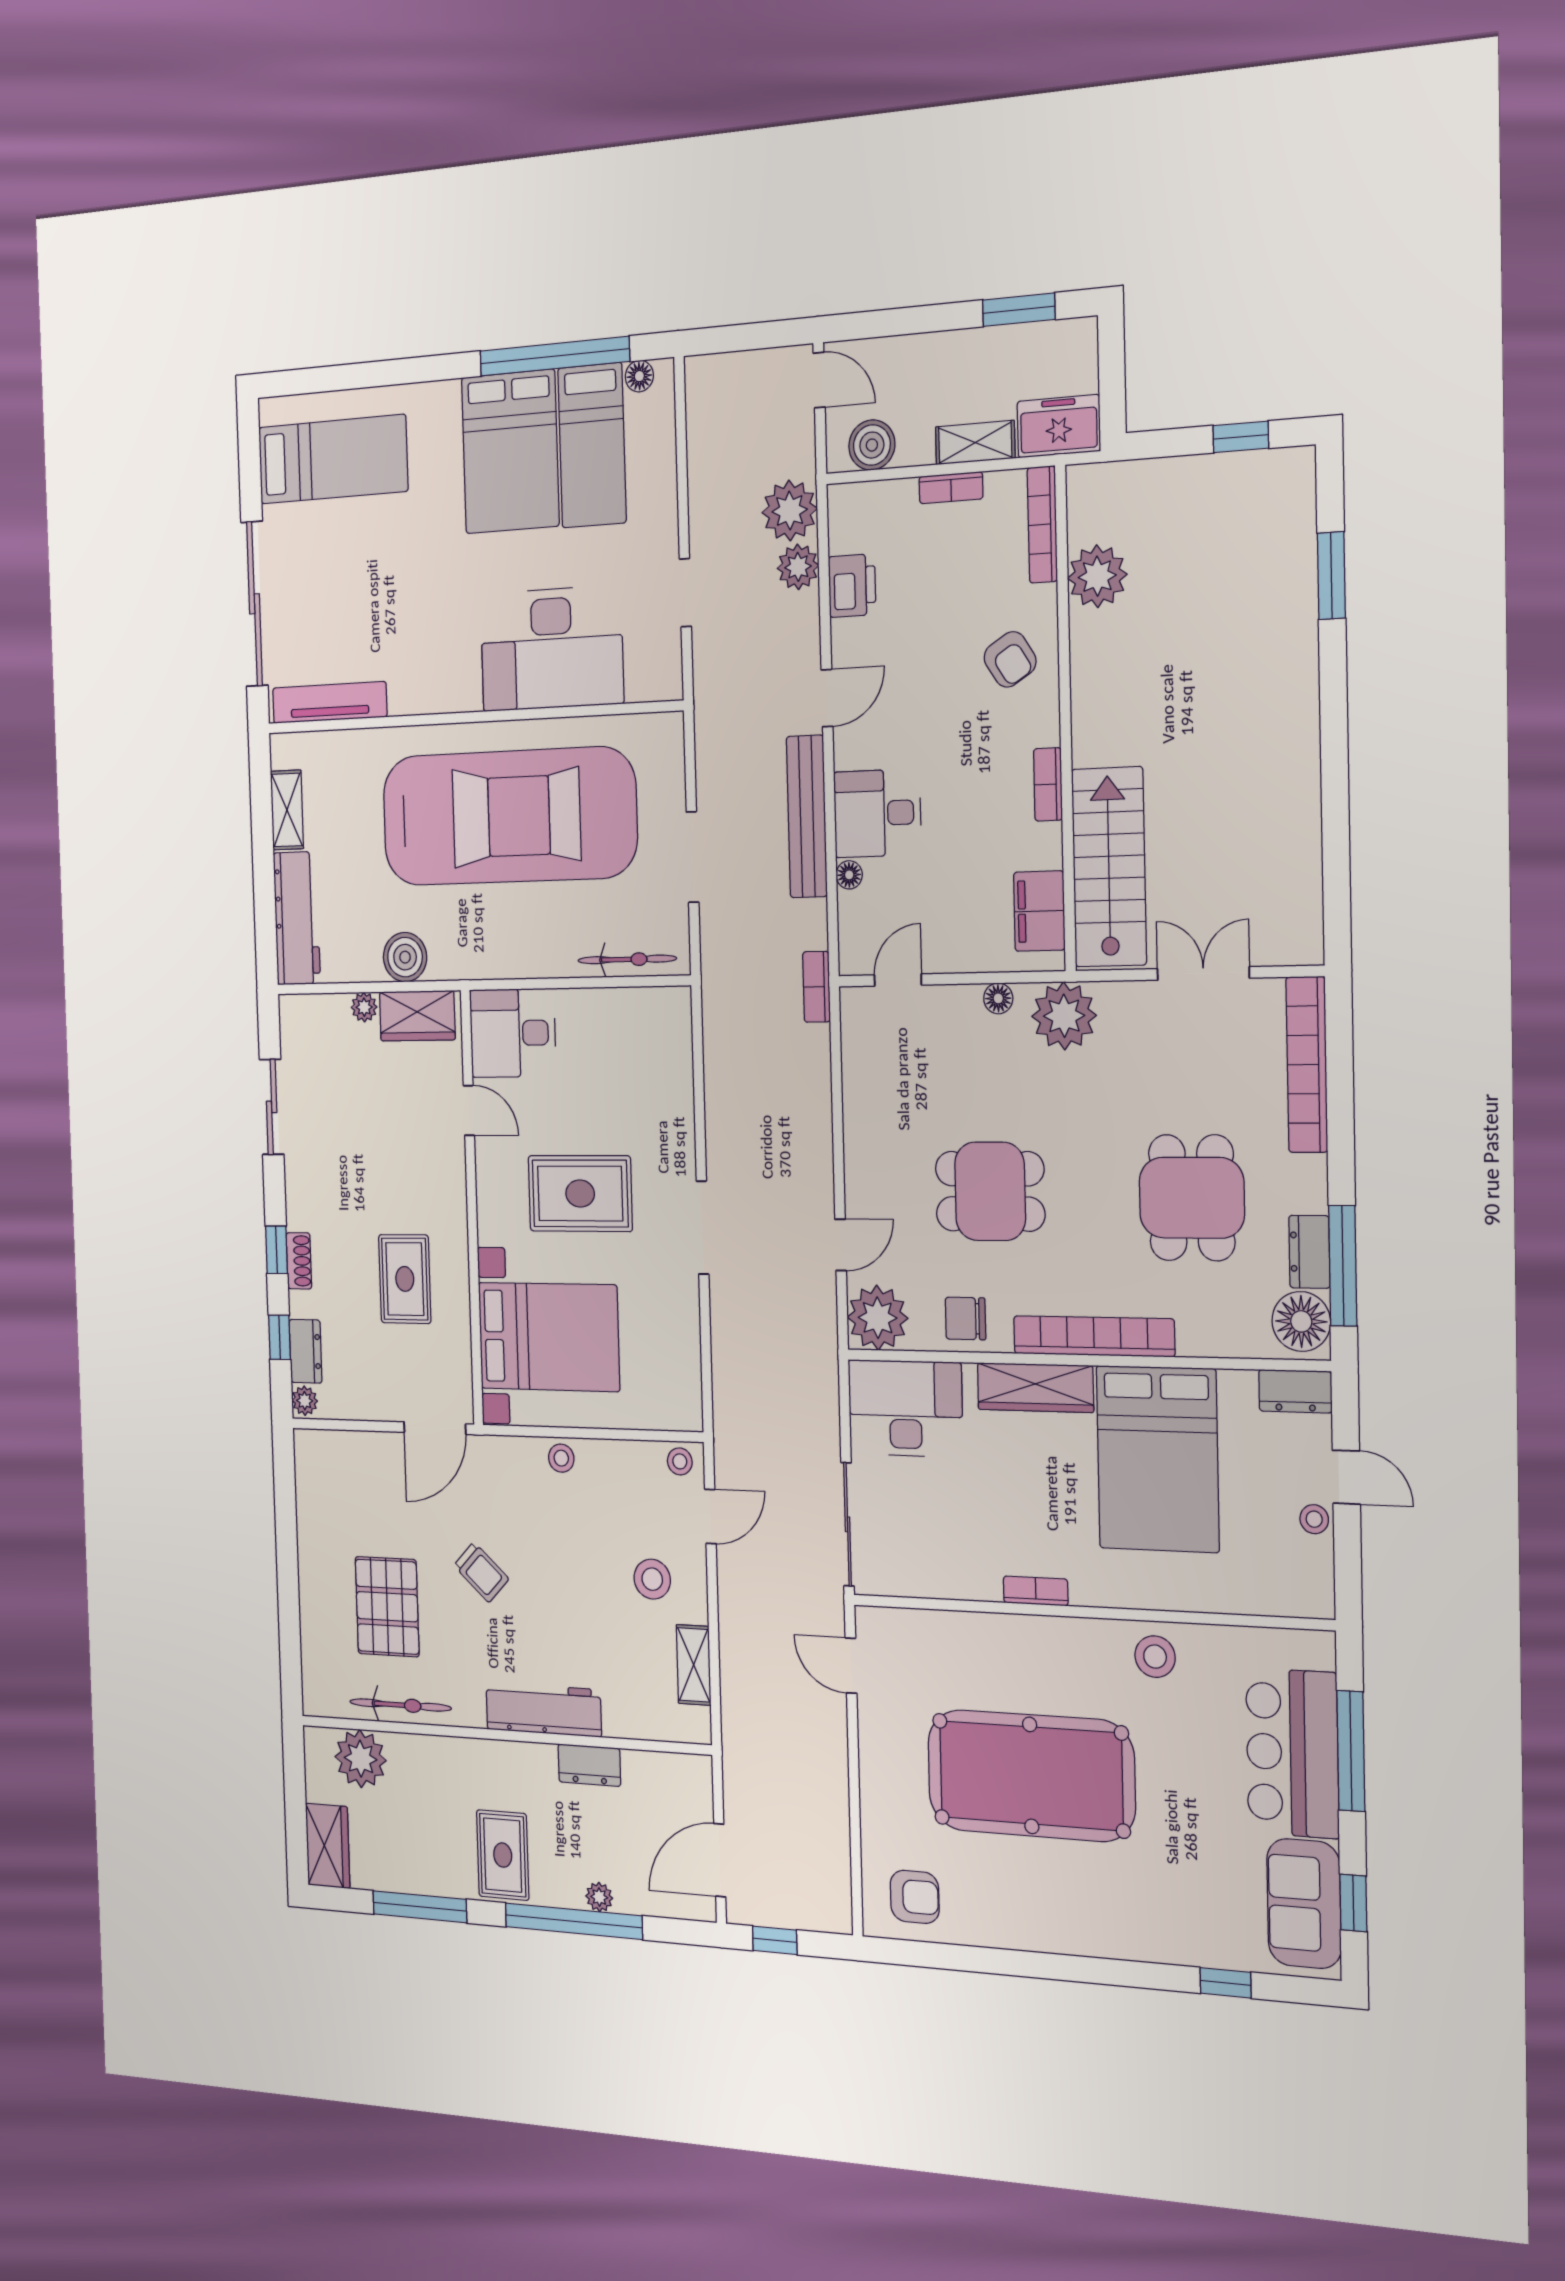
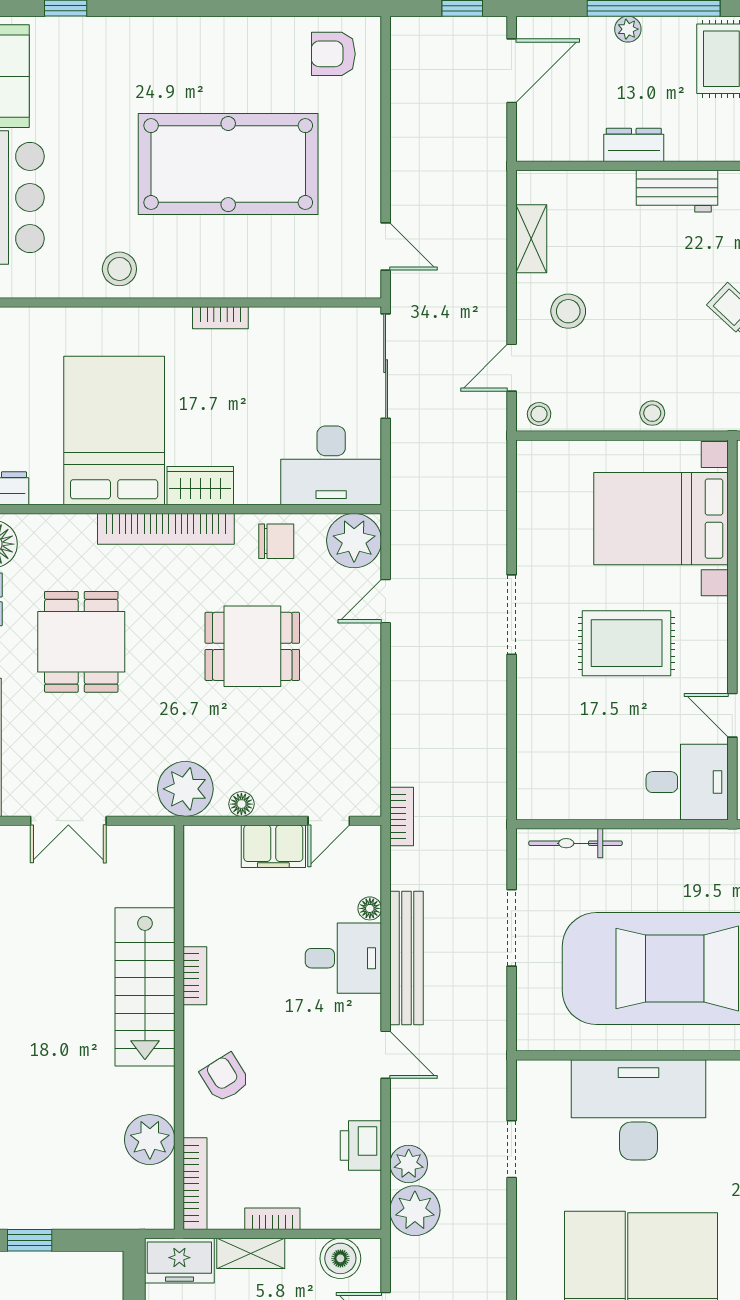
door: (827, 698) -> (386, 1055), swing flipped
stairs: (1109, 867) -> (145, 987), moved
filing cabinet: (1039, 911) -> (273, 846), moved, turned 90
wardrobe: (1035, 1388) -> (200, 486), width x0.67
workbench: (543, 1710) -> (677, 191), width x0.73

